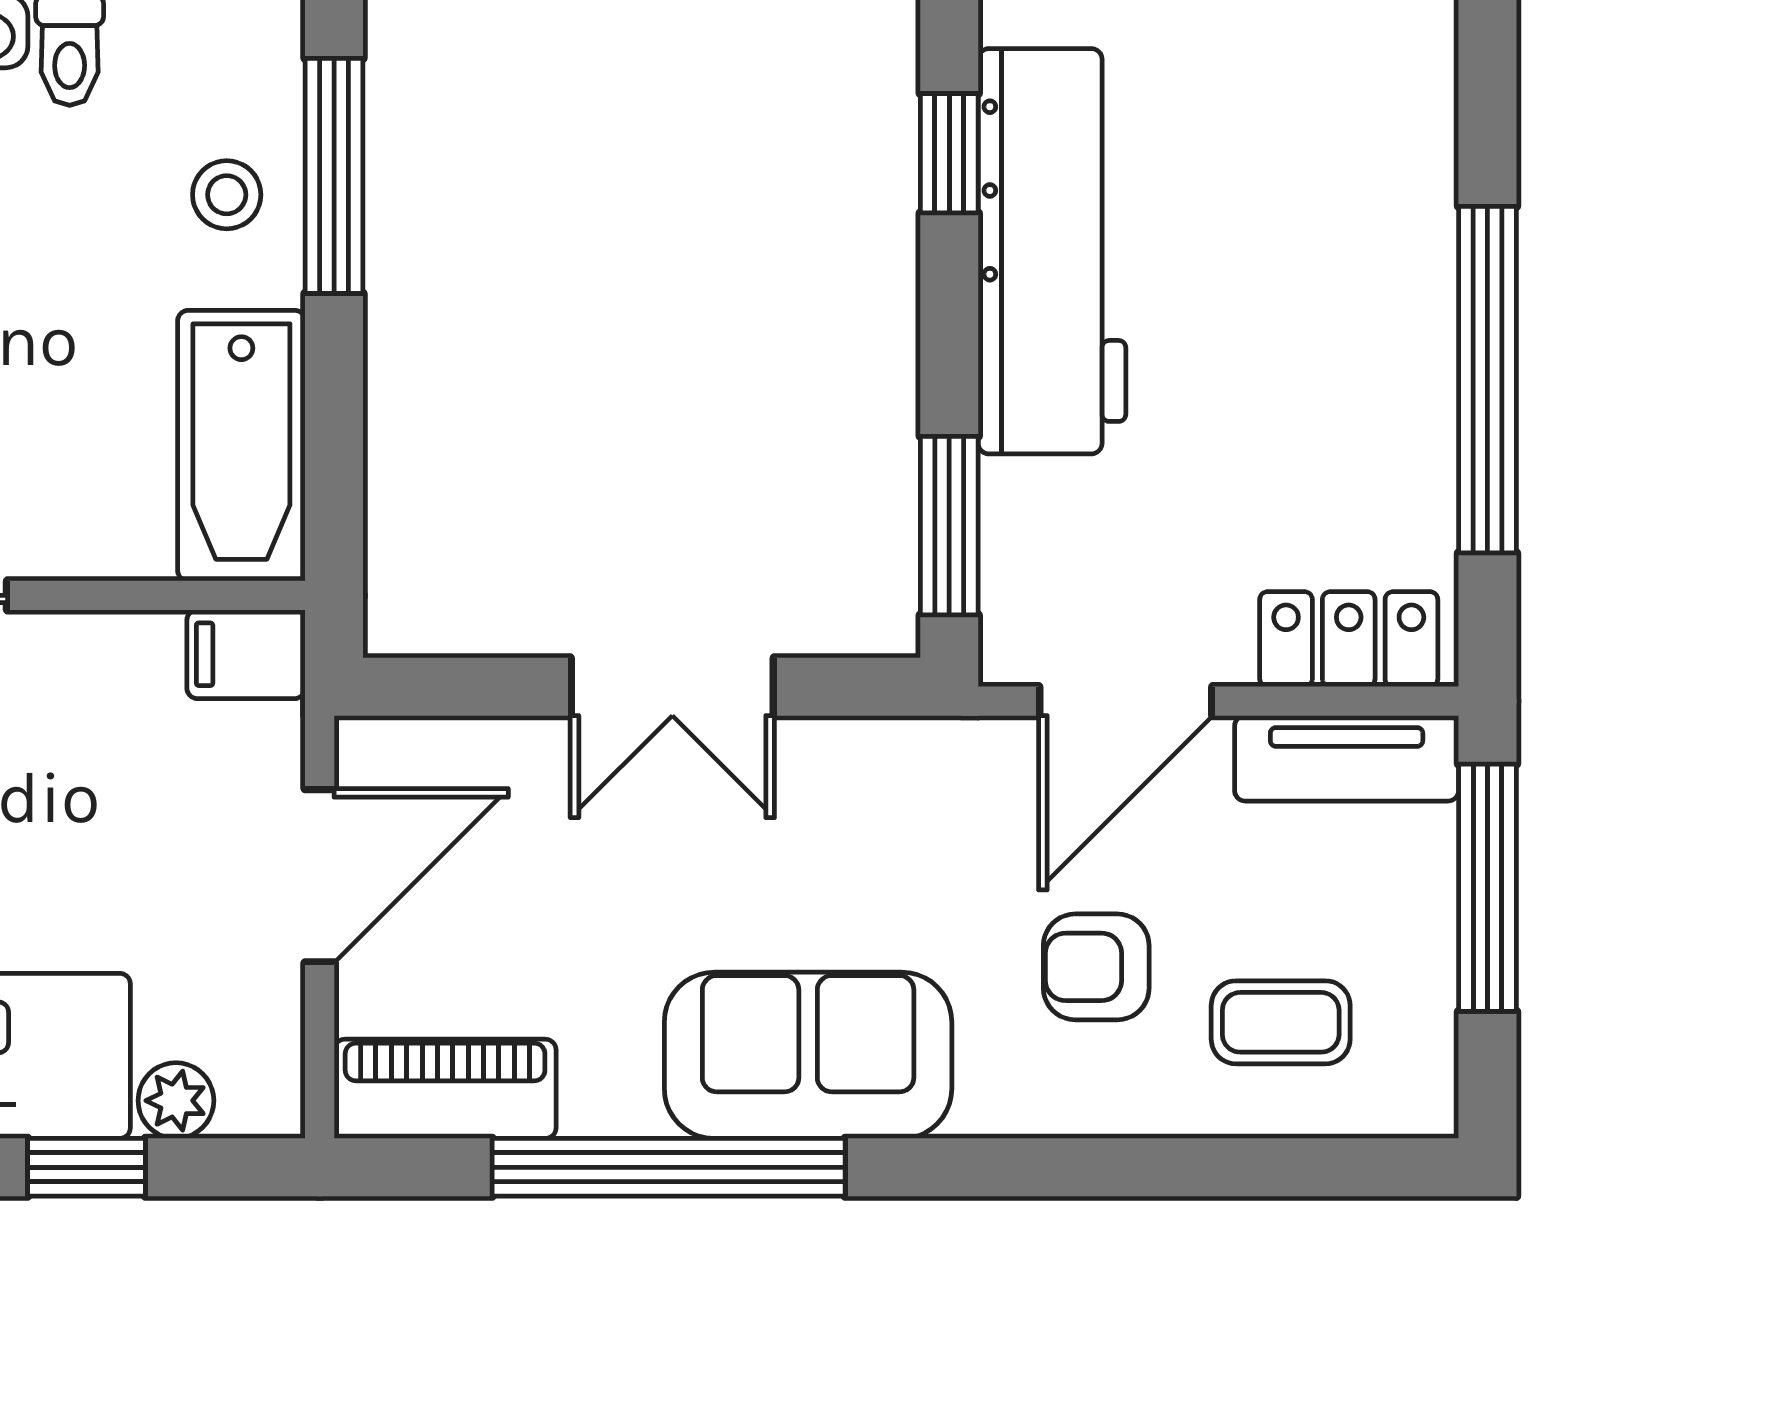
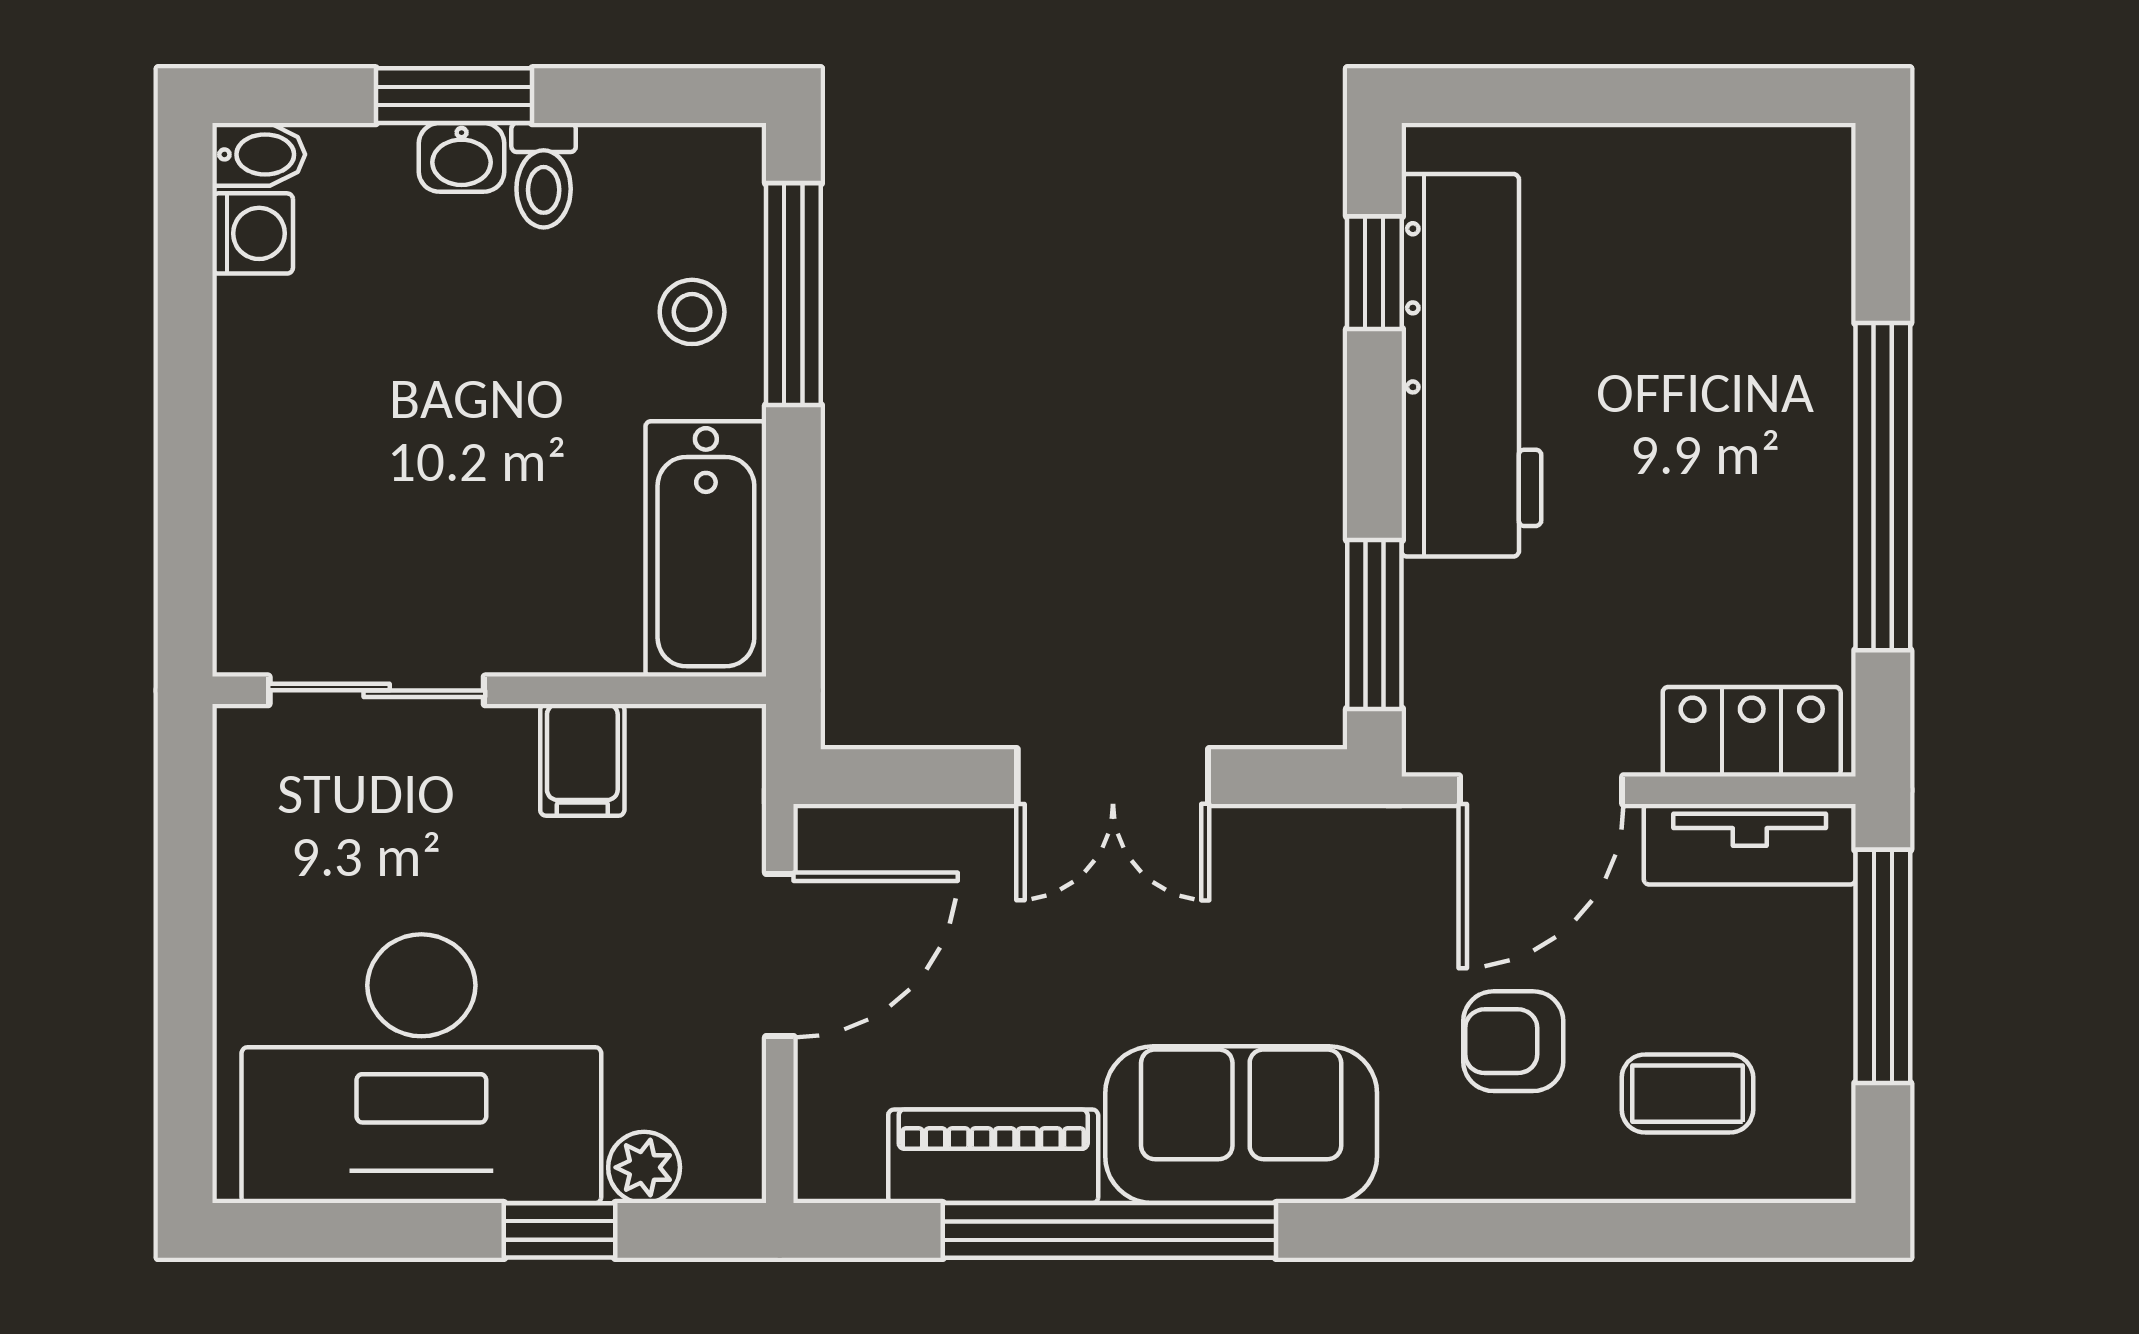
filing cabinet: (246, 654) -> (582, 760), moved, turned -90
piano: (445, 1089) -> (993, 1156), moved

